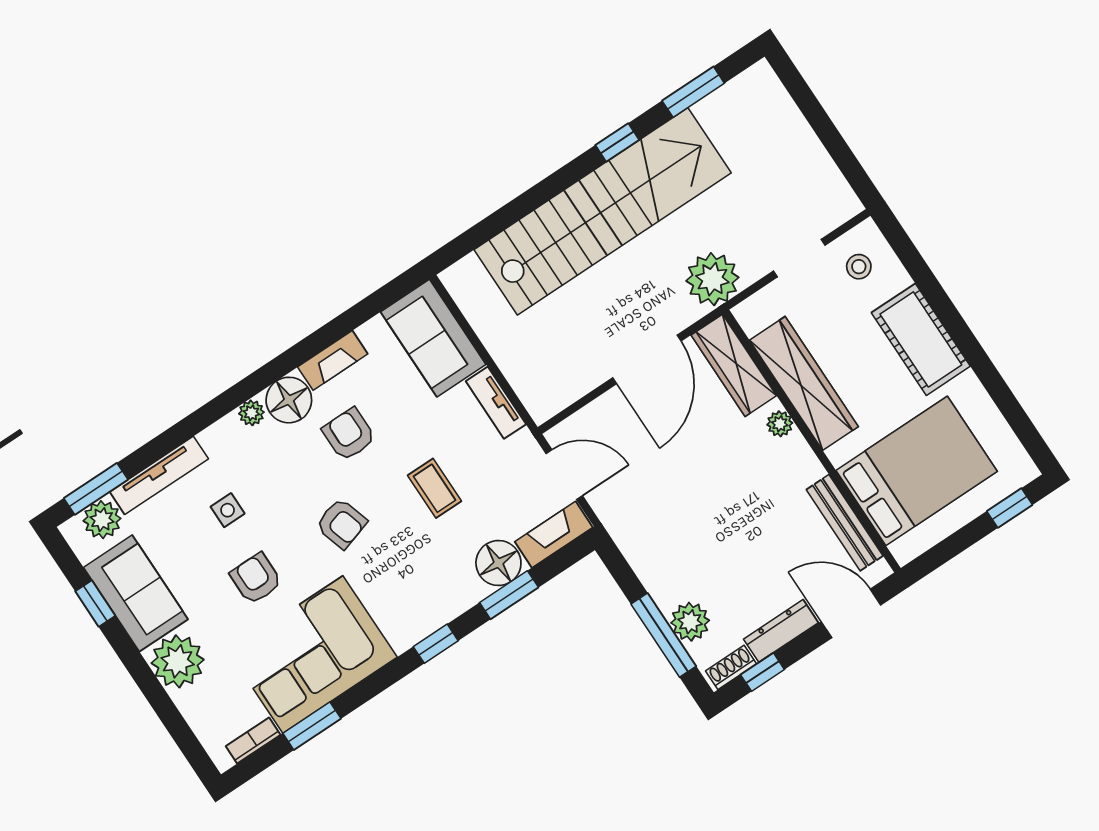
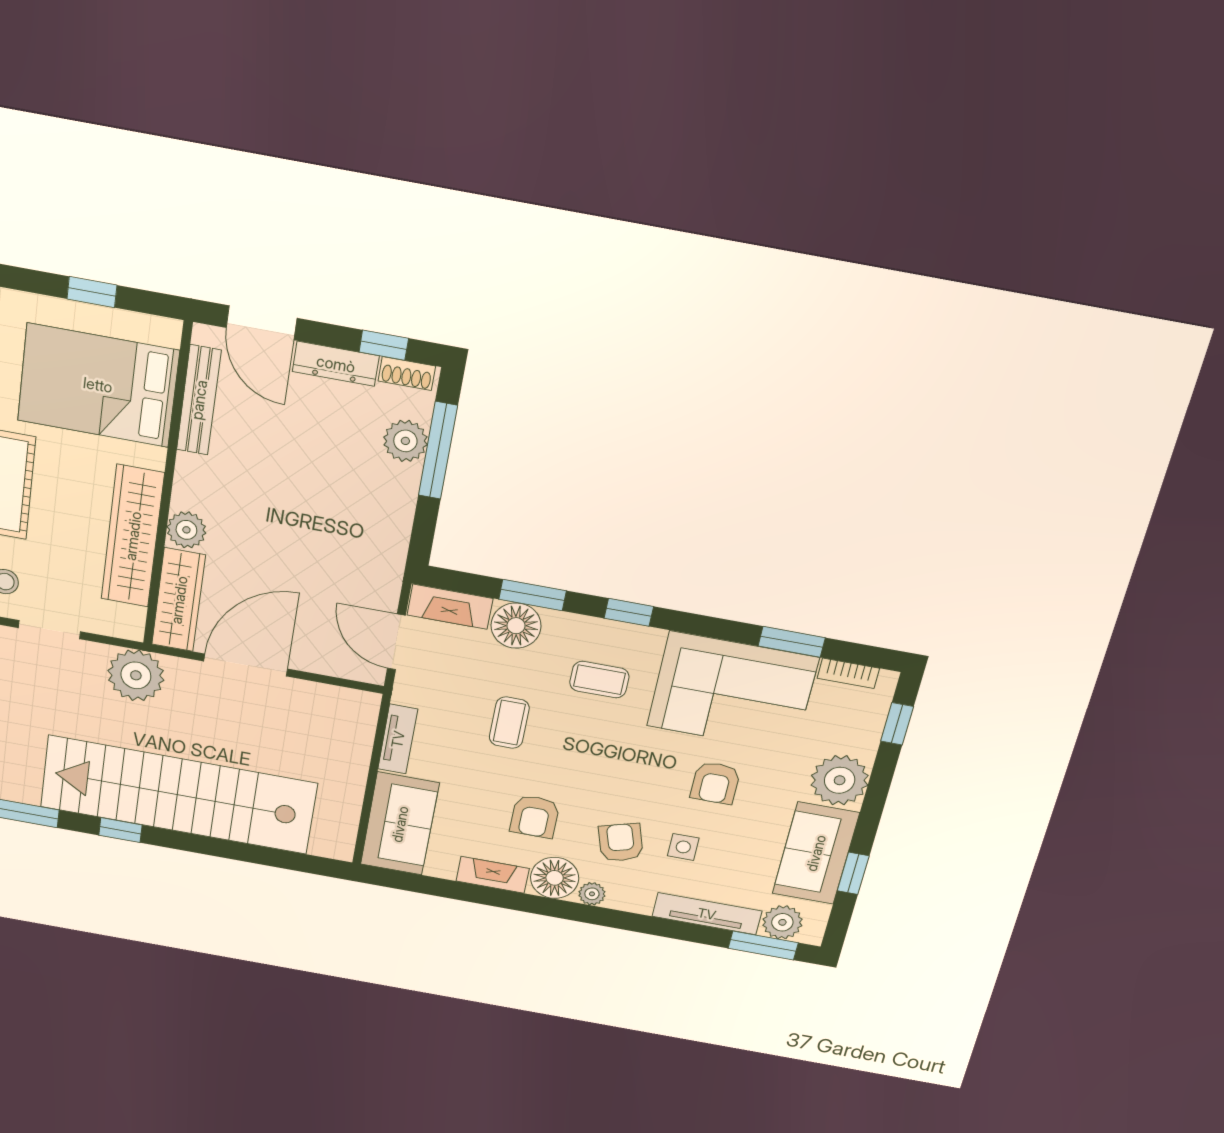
plant: (780, 424) -> (186, 530), width x1.38, depth x1.38
window: (1010, 508) -> (92, 292), moved
armchair: (341, 523) -> (621, 842), moved
coffee table: (407, 578) -> (599, 680), added
window: (184, 737) -> (897, 724), added

